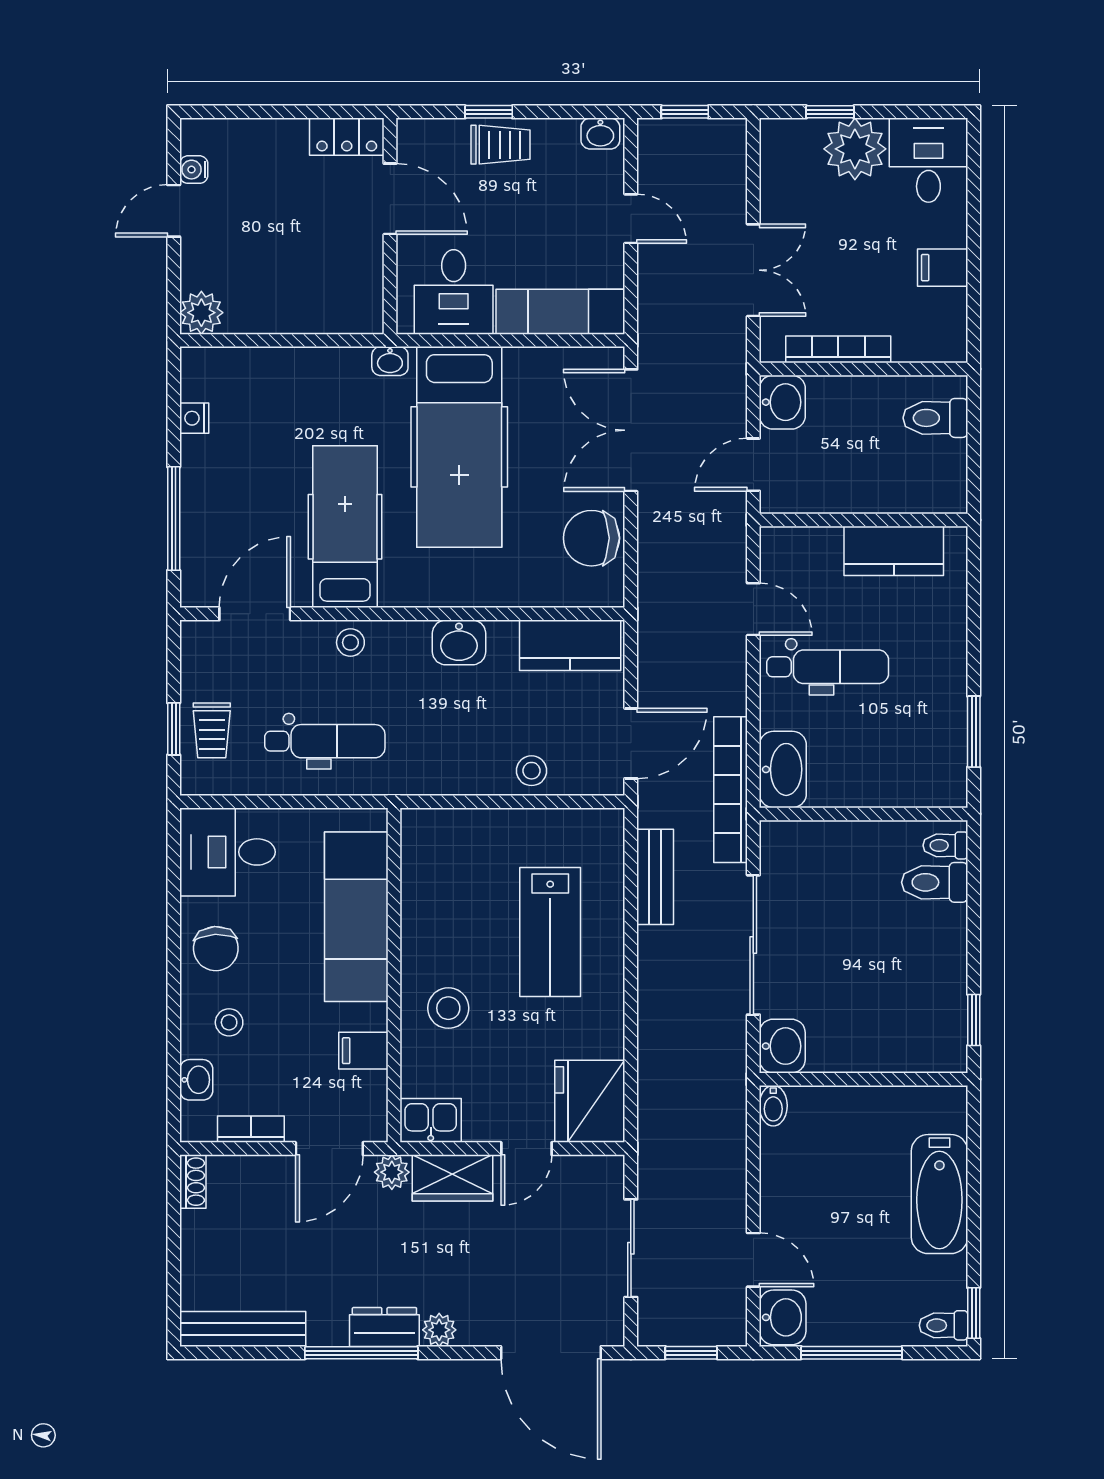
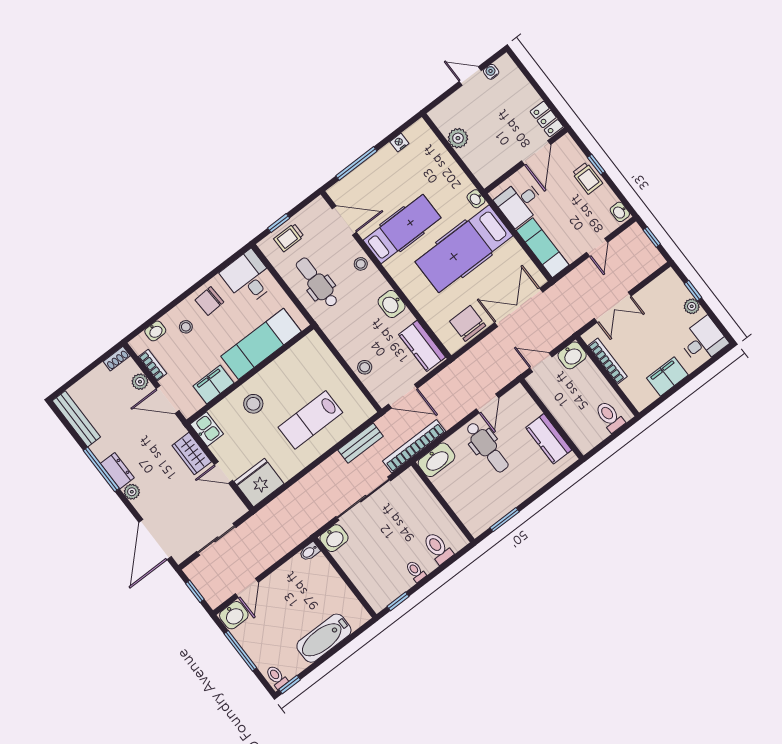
plant: (855, 149) -> (692, 306), width x0.53, depth x0.53
filing cabinet: (943, 268) -> (667, 377), width x2.00
plant: (201, 313) -> (458, 138), moved
dental chair: (325, 741) -> (317, 282), turned 180
toilet: (945, 845) -> (416, 571), moved
filing cabinet: (363, 1051) -> (213, 384), width x2.00
plant: (392, 1172) -> (140, 382), moved

